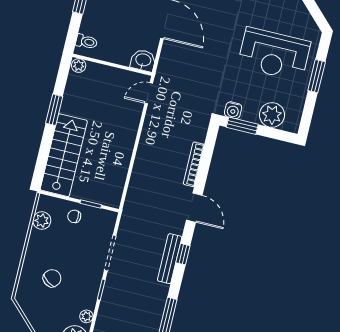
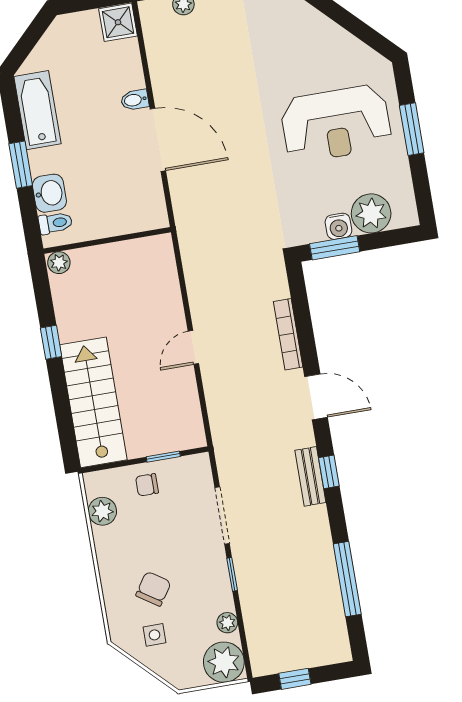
washbasin: (143, 60) -> (49, 193), moved, turned 90
door: (149, 93) -> (193, 347), moved
window: (54, 110) -> (51, 342), width x0.67
water cooler: (233, 110) -> (338, 226), moved
bench: (170, 259) -> (310, 476), width x0.73
side table: (41, 305) -> (154, 635), added

